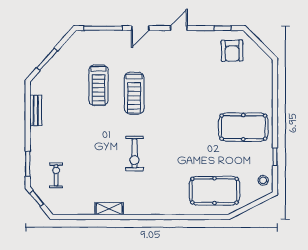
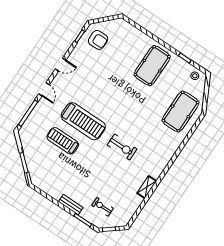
door: (179, 28) -> (61, 64), swing flipped
treadmill: (98, 85) -> (63, 141), turned 180
treadmill: (134, 93) -> (83, 121), width x1.37, depth x1.38
bench: (36, 110) -> (71, 205), moved

